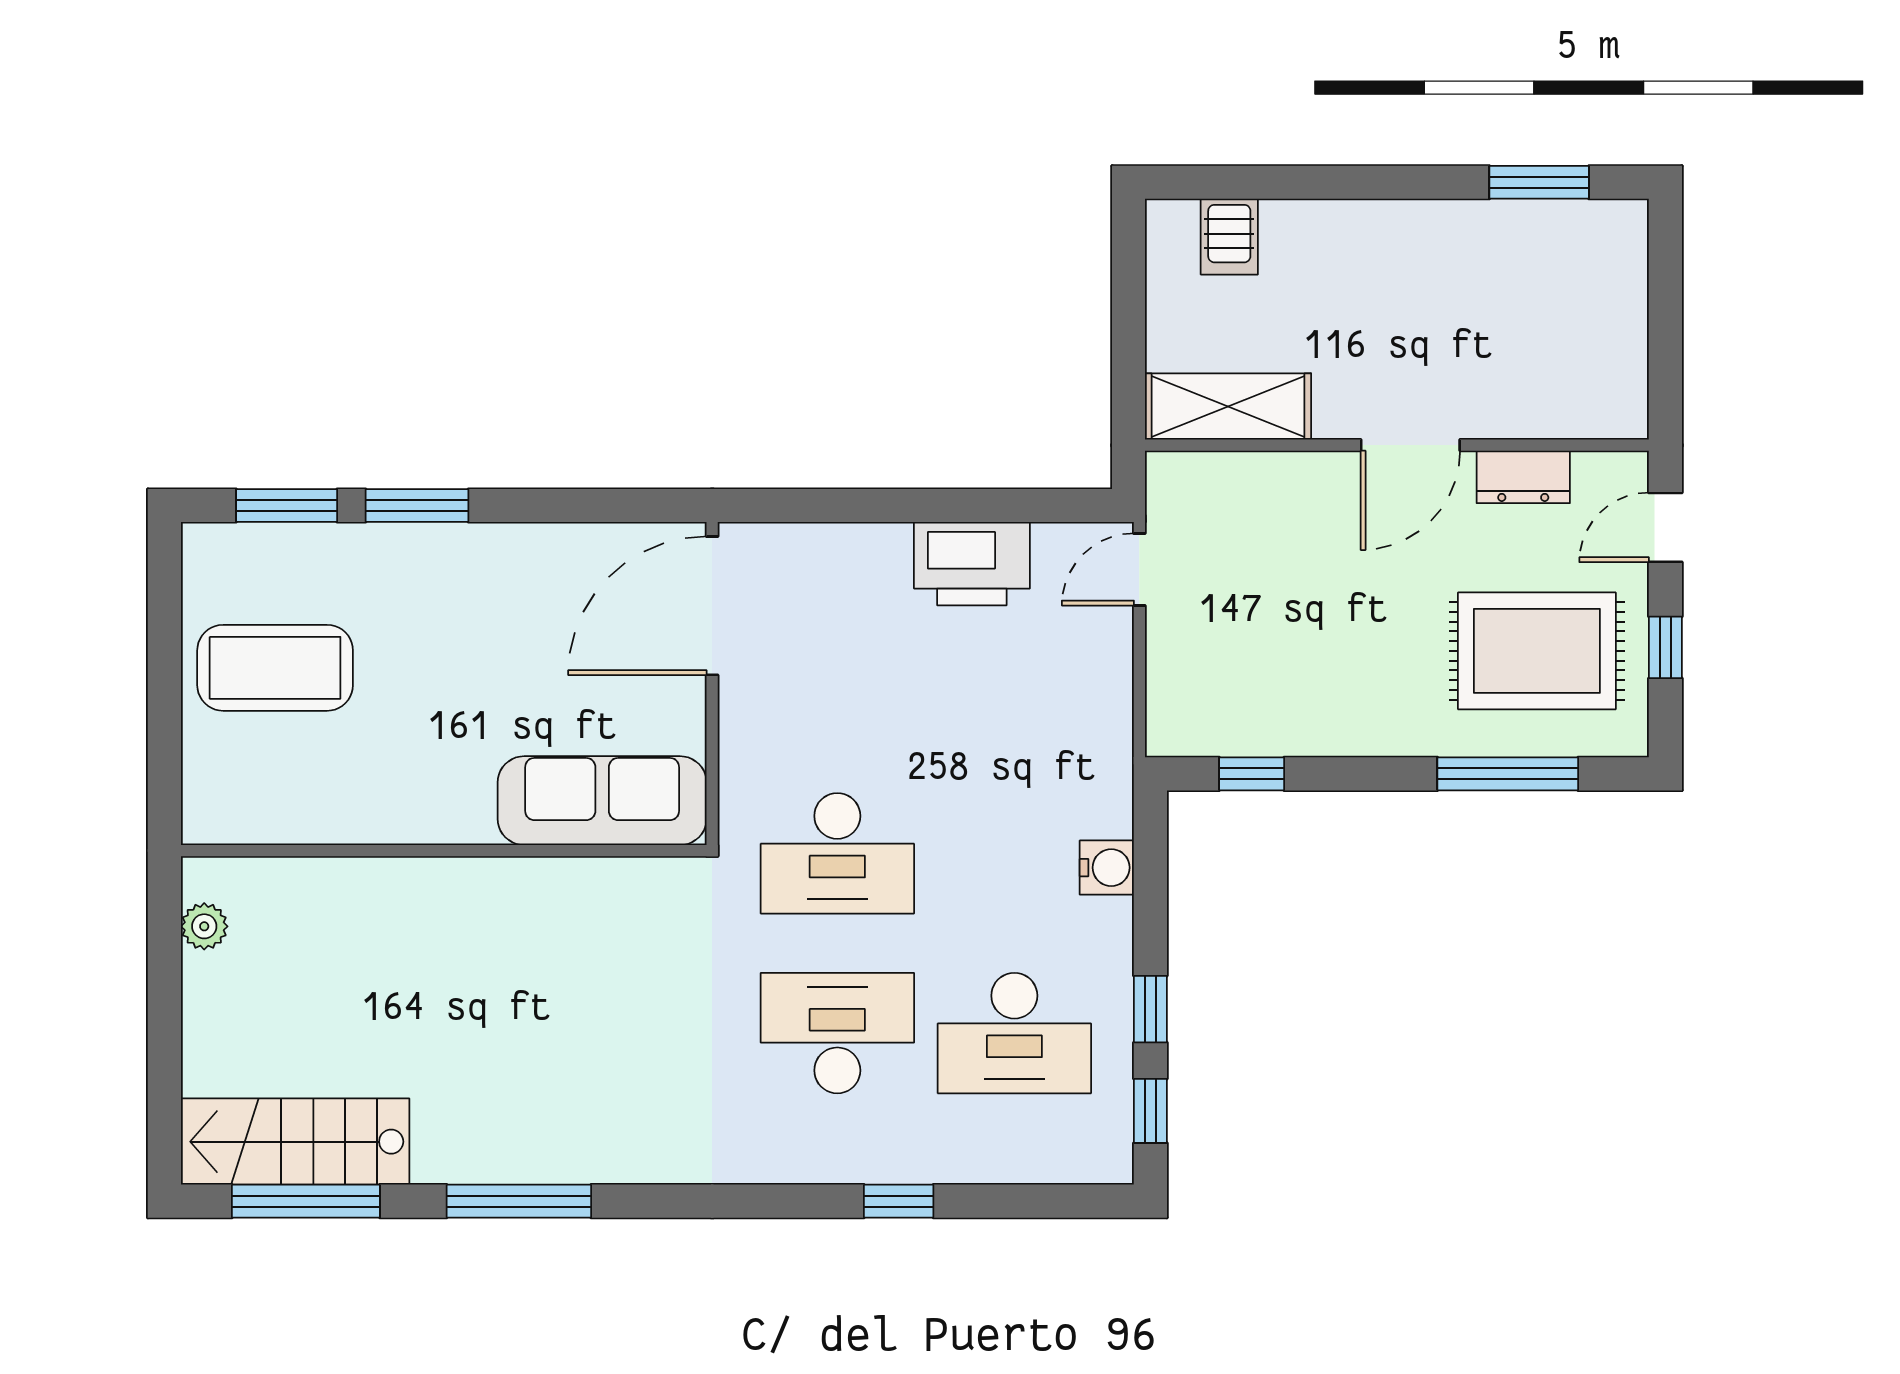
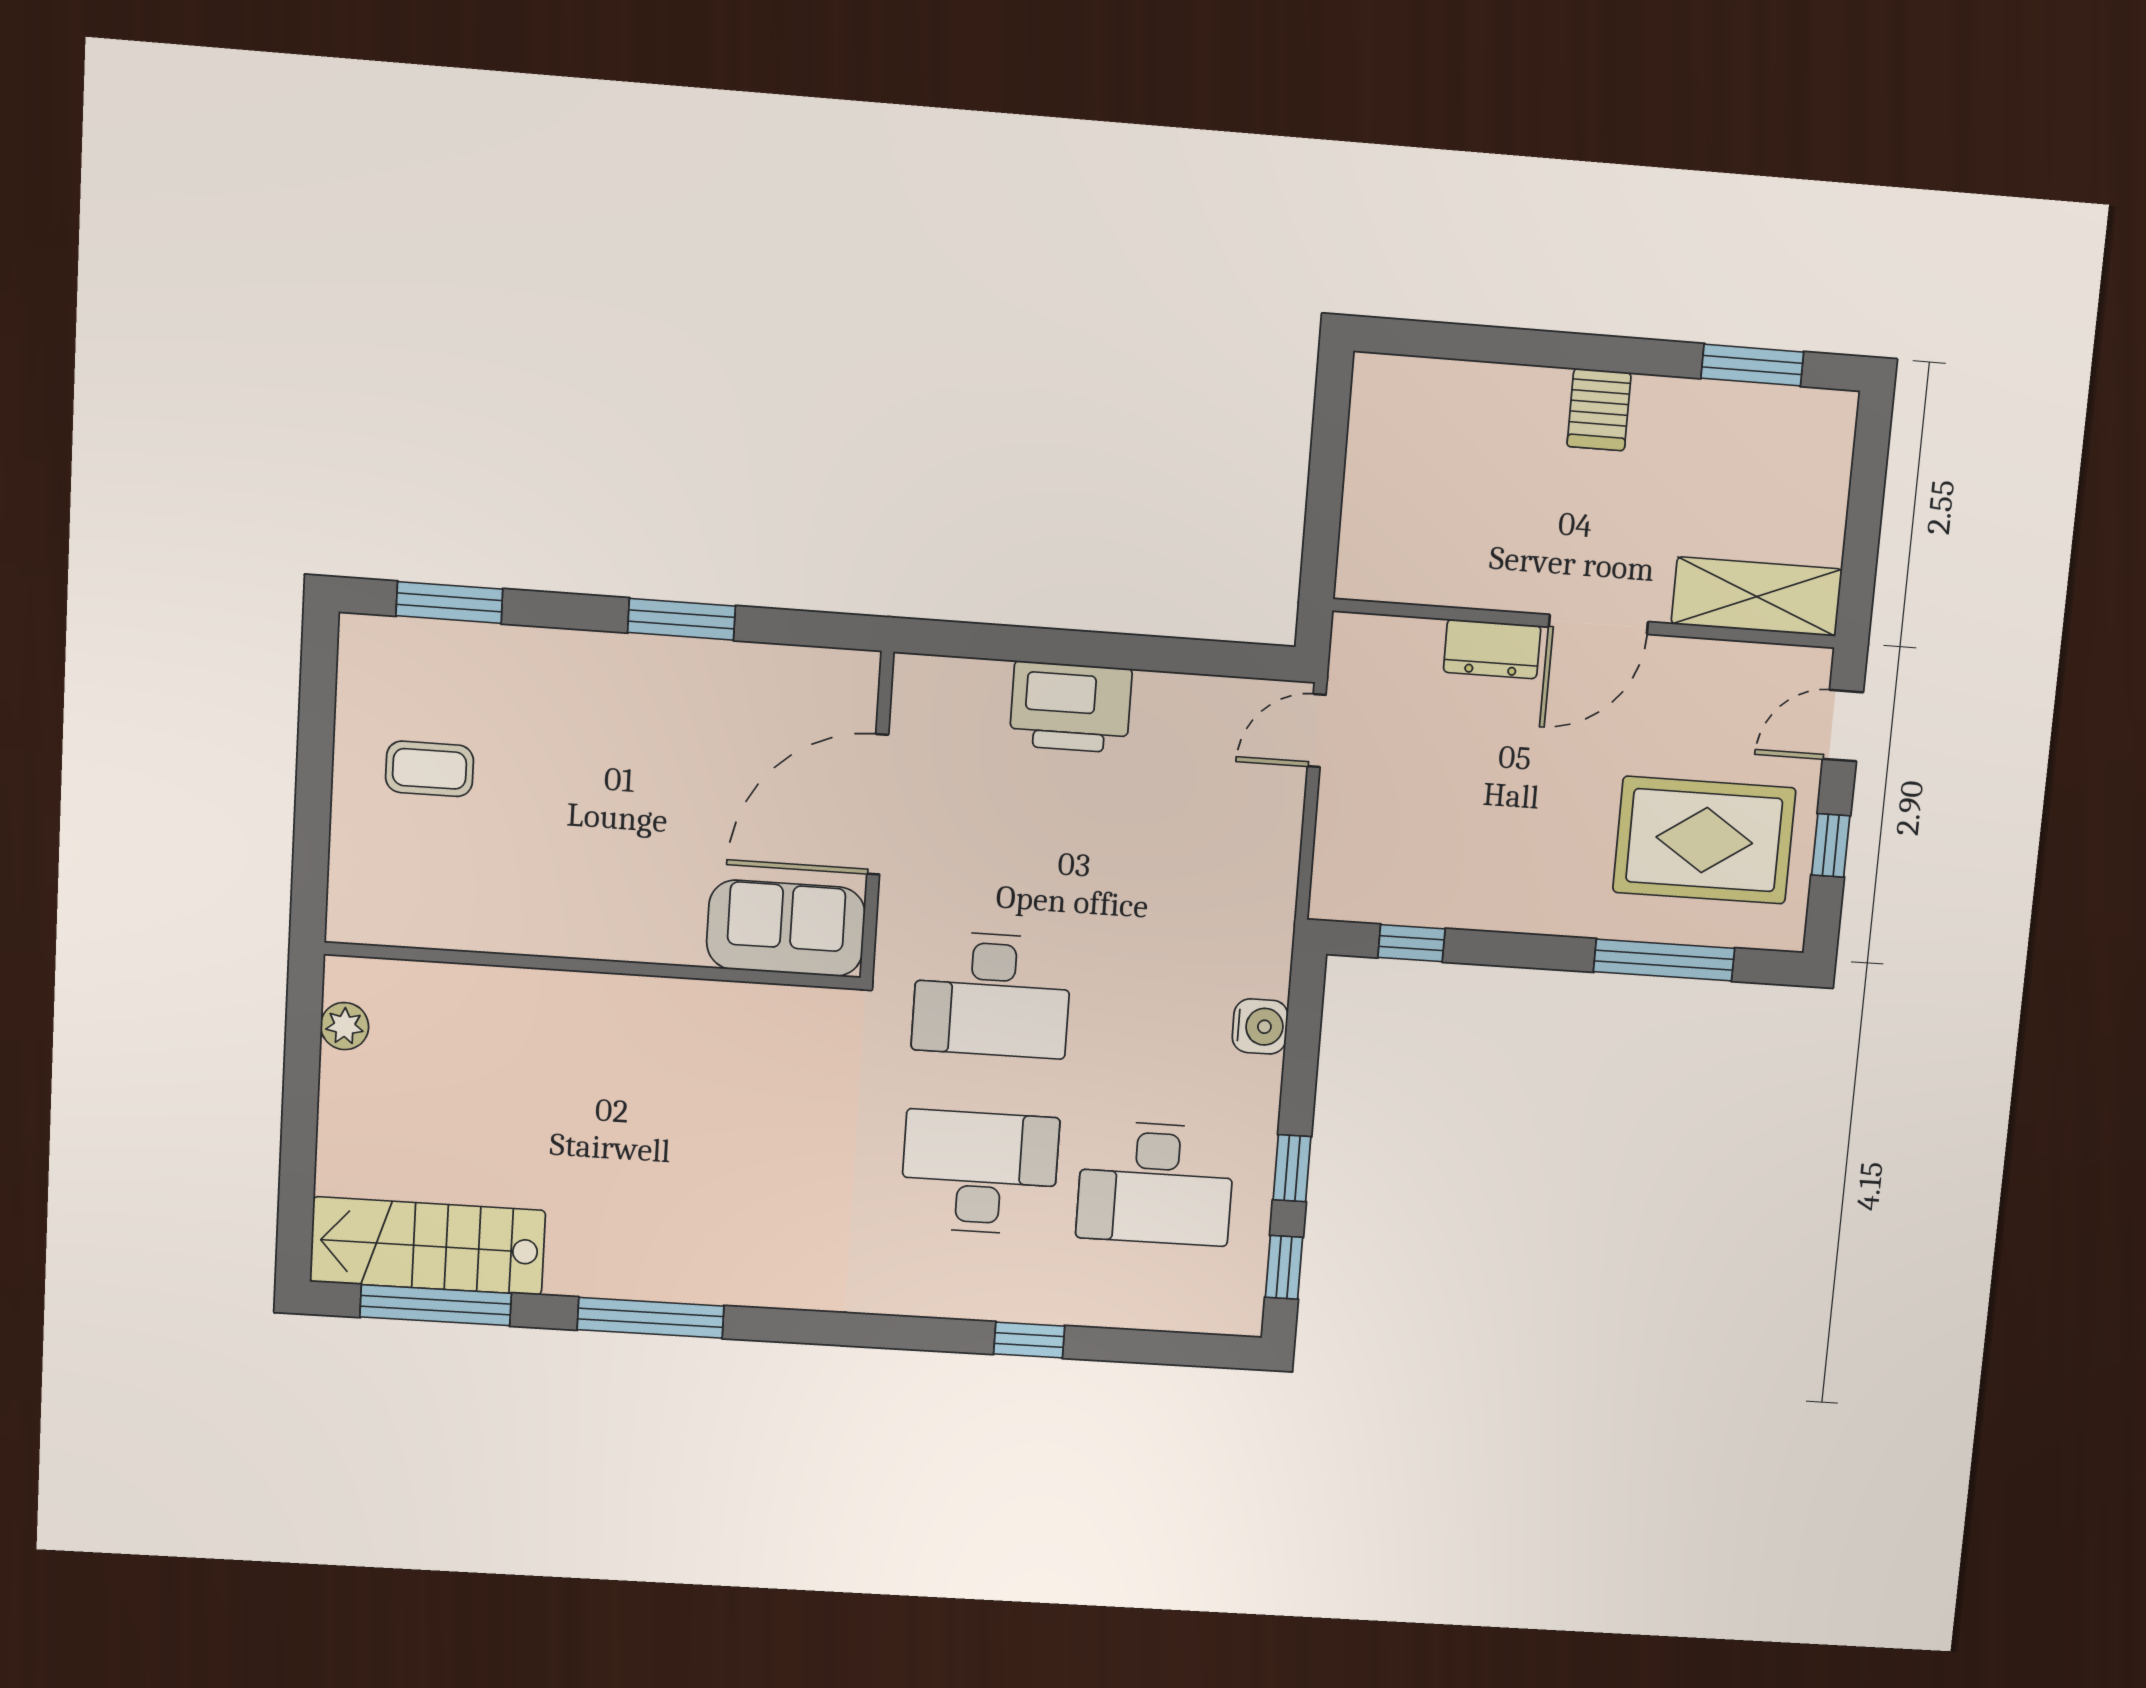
server rack: (1229, 237) -> (1599, 410), moved
shelving: (1228, 407) -> (1757, 597), moved
dresser: (1523, 477) -> (1492, 649), moved
window: (417, 505) -> (682, 619), moved
printer: (972, 564) -> (1071, 707), moved
door: (712, 606) -> (878, 804), moved
coffee table: (275, 668) -> (429, 769), width x0.54, depth x0.58
sofa: (602, 801) -> (786, 928), width x0.73

